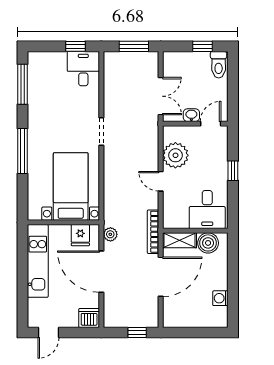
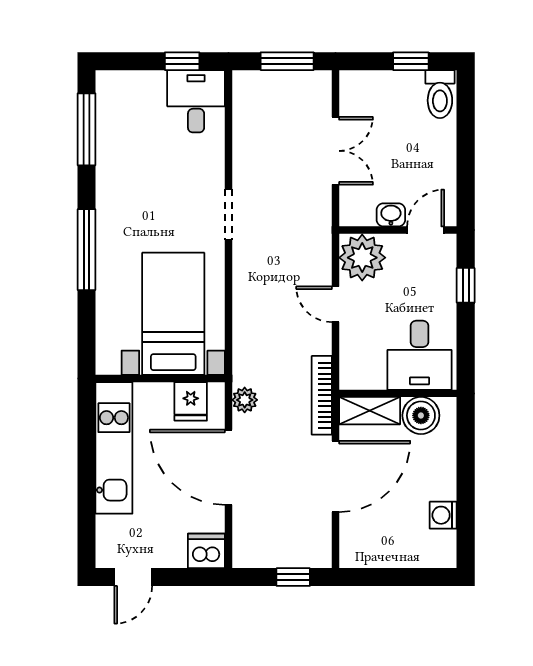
washbasin: (191, 115) -> (391, 215), moved
wall: (195, 124) -> (398, 230), moved
door: (211, 124) -> (426, 230), moved

